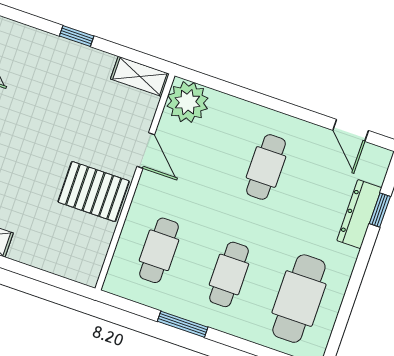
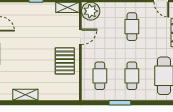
door: (146, 151) -> (80, 37), hinge flipped
pallet: (94, 192) -> (65, 61), turned 90

